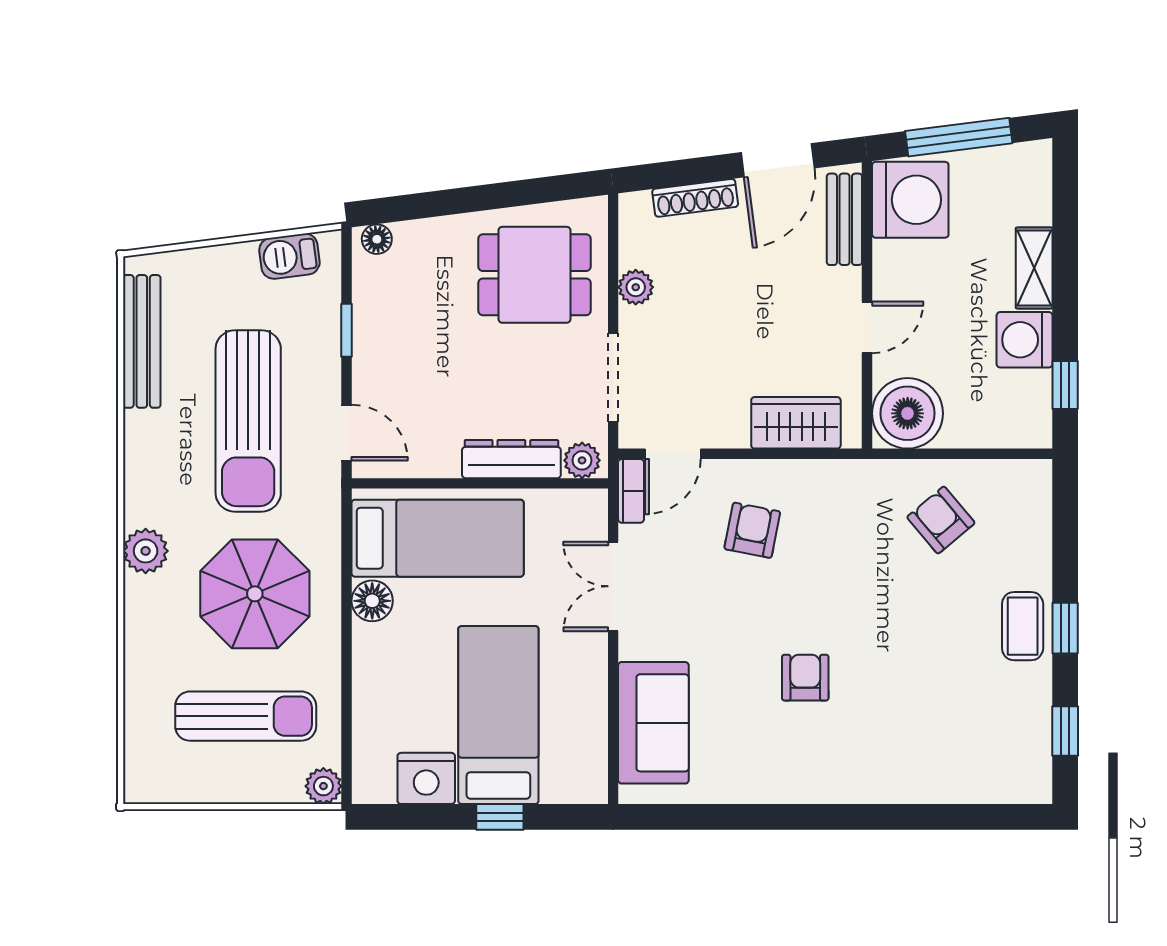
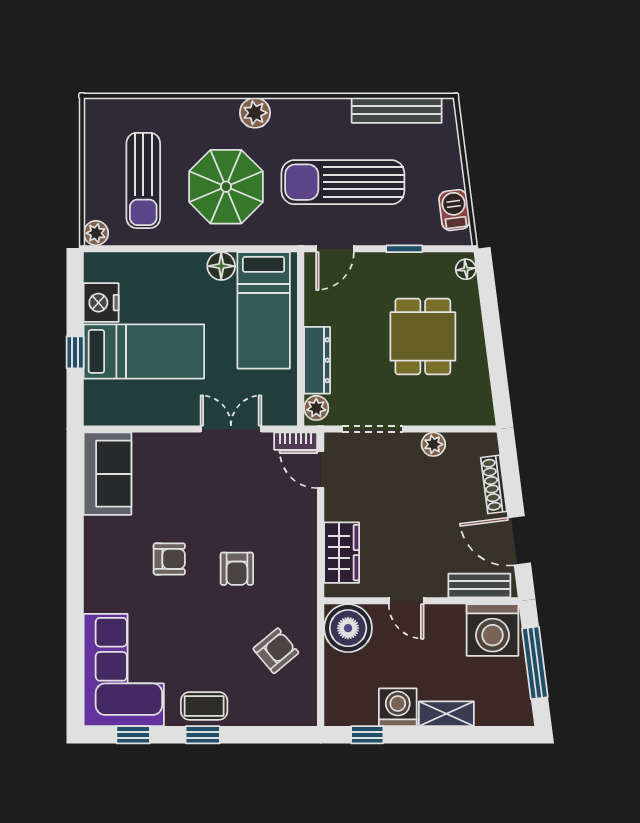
dining table: (534, 275) -> (423, 336), moved
armchair: (752, 530) -> (237, 569), moved, turned 79
sofa: (653, 723) -> (108, 474), moved, turned -90
corner sofa: (969, 745) -> (124, 670), added

